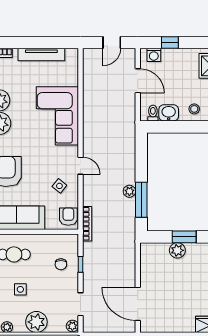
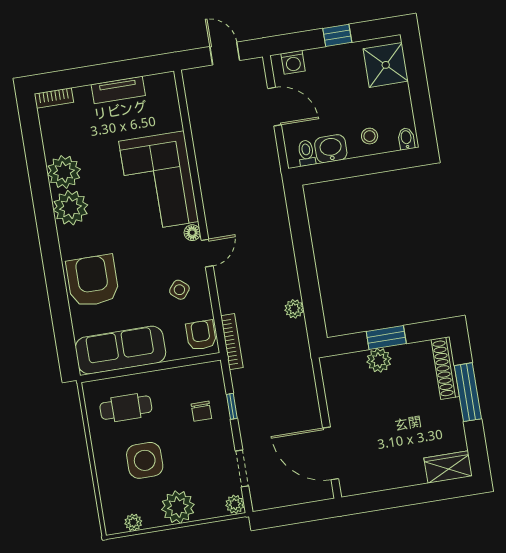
door: (112, 42) -> (225, 54), swing flipped
window: (170, 42) -> (337, 35), moved
tv unit: (41, 54) -> (118, 90), width x0.71
floor lamp: (73, 151) -> (192, 233), added
door: (80, 166) -> (207, 253), hinge flipped
plant: (129, 191) -> (294, 309), moved
window: (141, 200) -> (310, 291), removed
side table: (20, 289) -> (145, 460), width x1.87, depth x1.87

